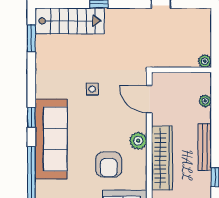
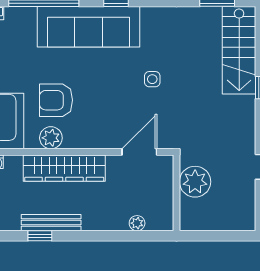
plant: (205, 61) -> (195, 182), moved, width x1.88, depth x1.88
plant: (138, 141) -> (51, 138), moved
bench: (205, 147) -> (51, 223), moved

